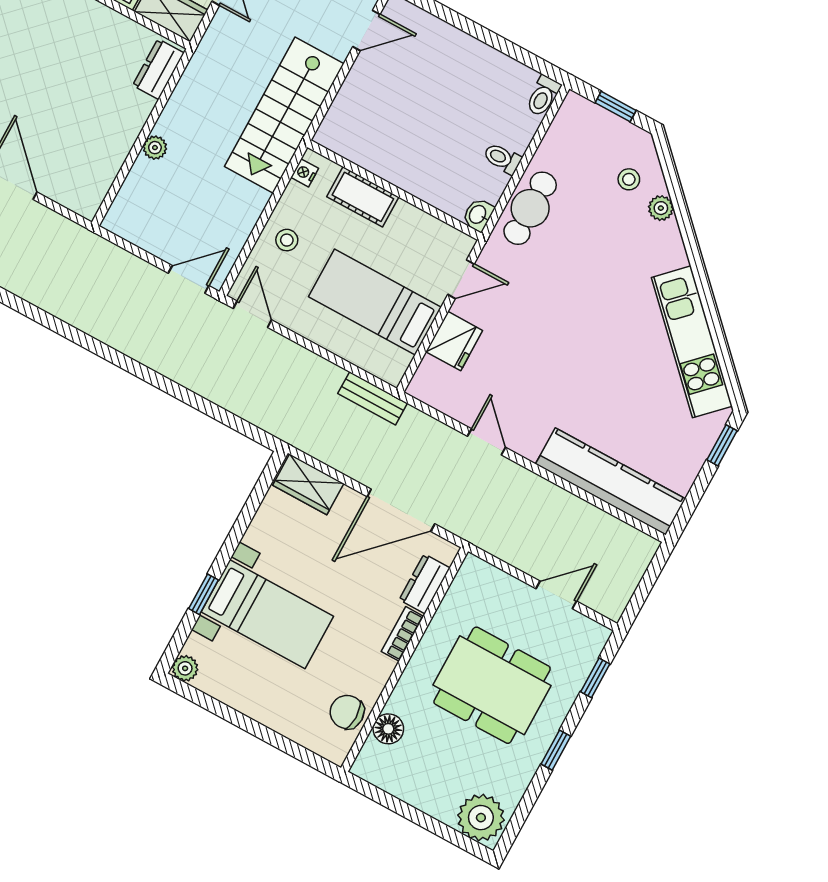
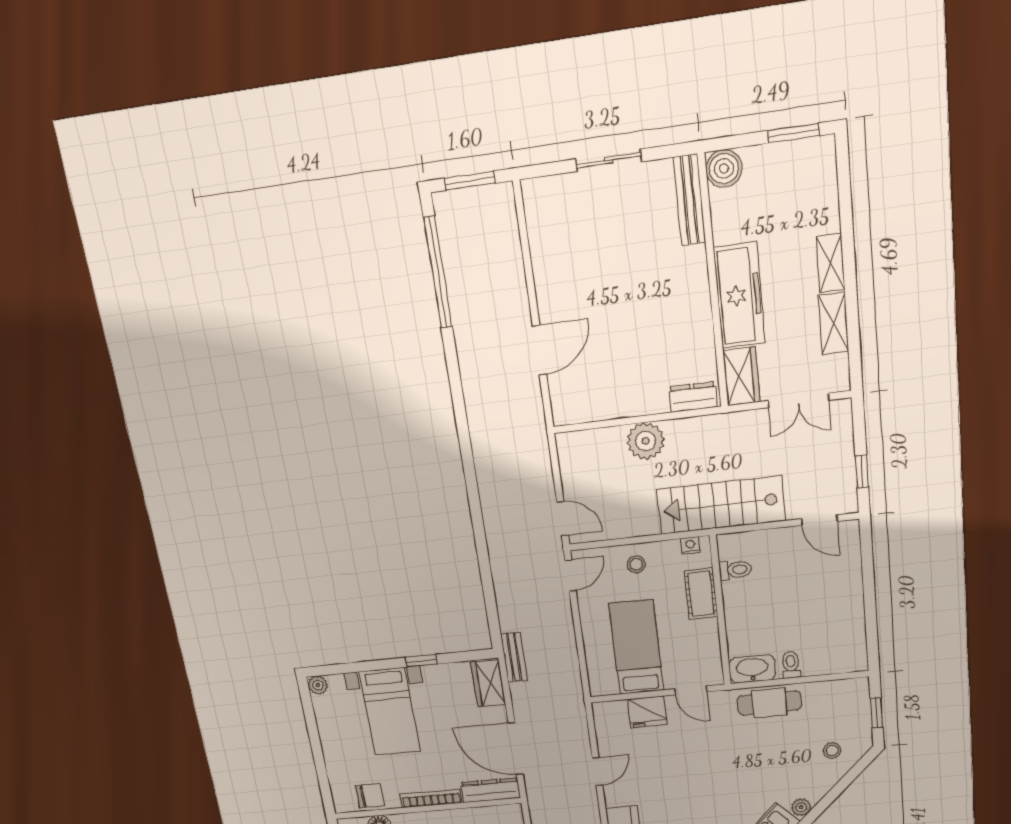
toilet: (543, 96) -> (735, 570), moved, turned 180
plant: (155, 148) -> (646, 441), width x1.87, depth x1.87
plant: (661, 208) -> (801, 807), moved
washbasin: (478, 215) -> (752, 669), width x1.91, depth x1.45
bench: (373, 398) -> (514, 657), moved
dresser: (425, 584) -> (490, 790), width x1.44
window: (204, 594) -> (421, 661), moved
bookcase: (403, 634) -> (431, 798), width x1.56
chair: (347, 712) -> (370, 796), turned 90

